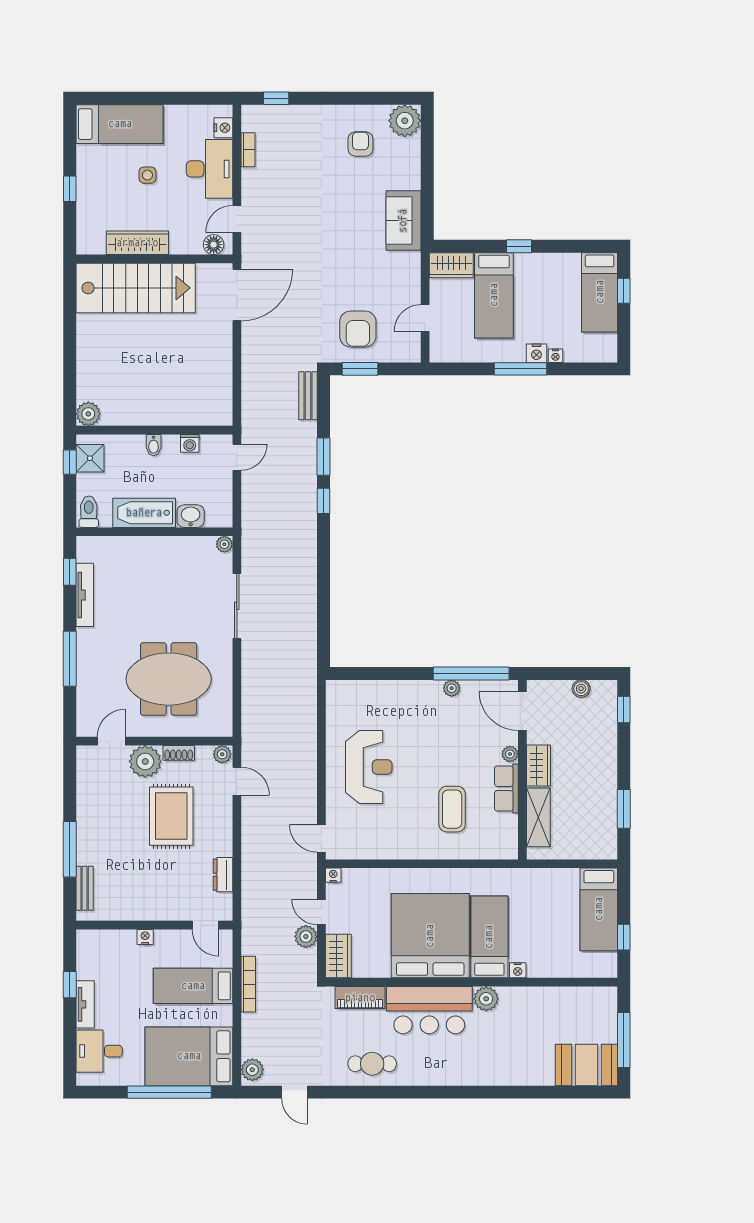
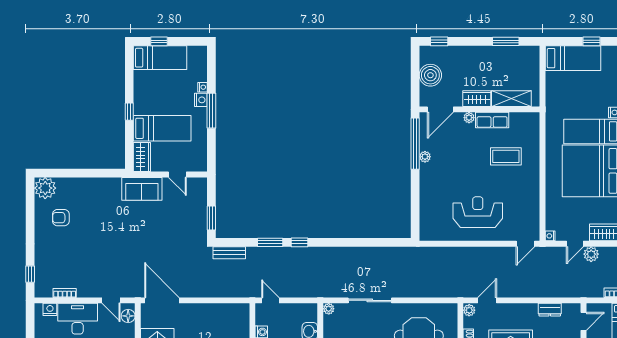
sofa: (403, 221) -> (142, 189), moved
armchair: (358, 329) -> (185, 219), removed
boiler: (581, 689) -> (430, 75), width x1.86, depth x1.86

